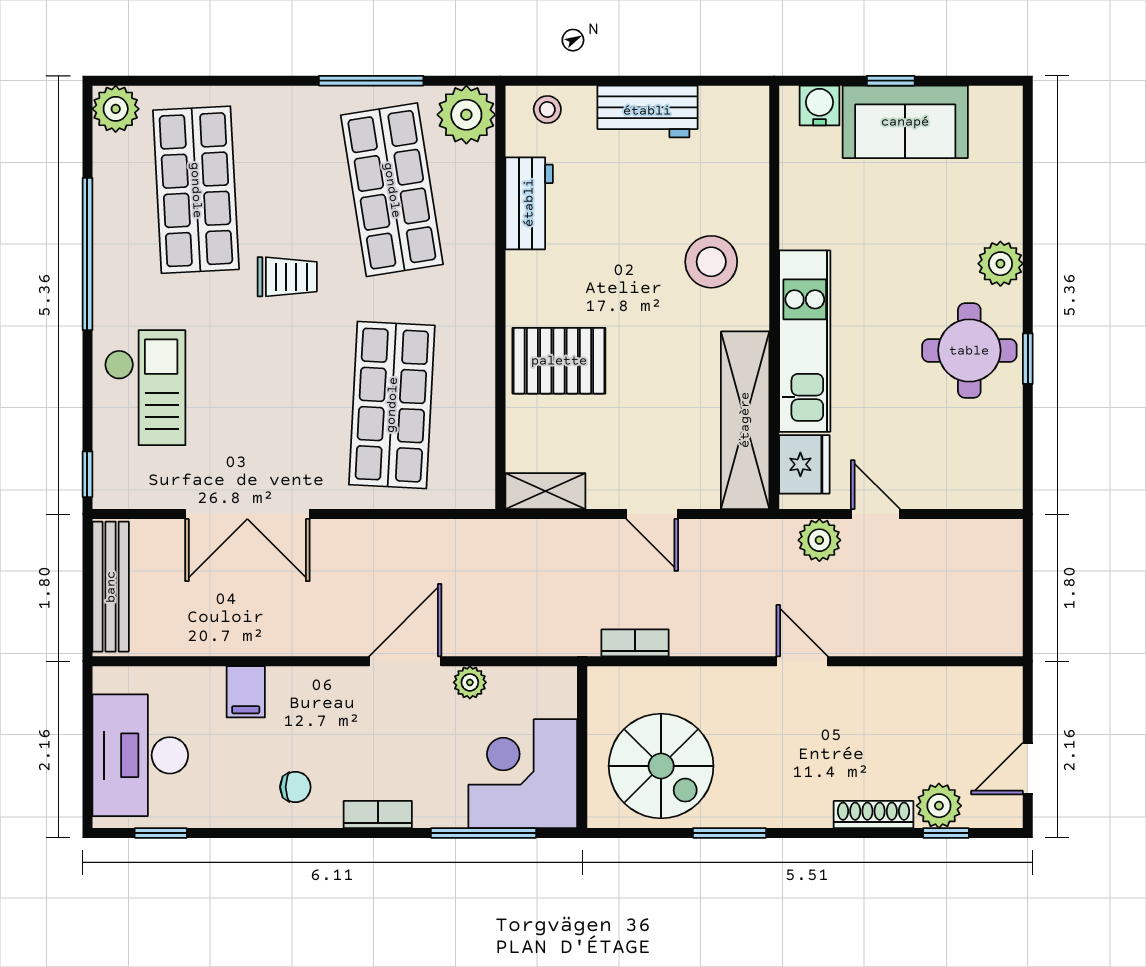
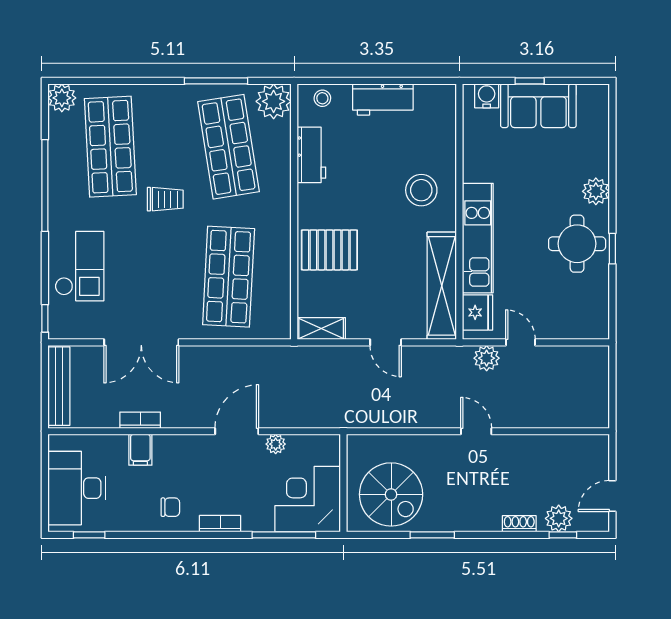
bookcase: (635, 643) -> (140, 420), moved
shoe rack: (873, 814) -> (519, 524), width x0.70

